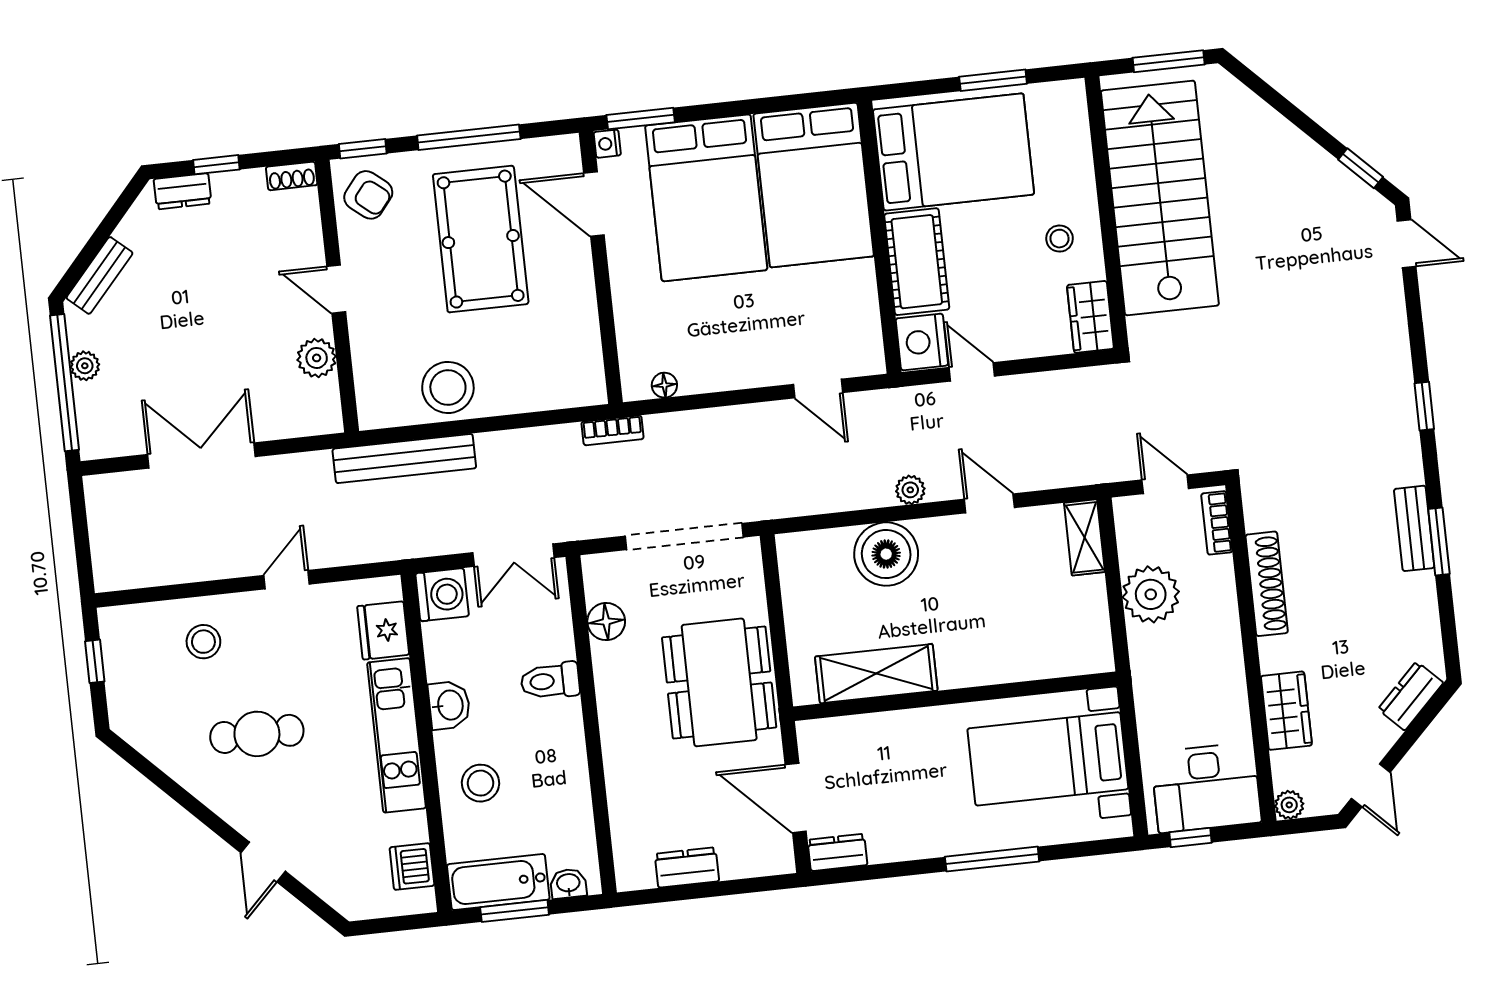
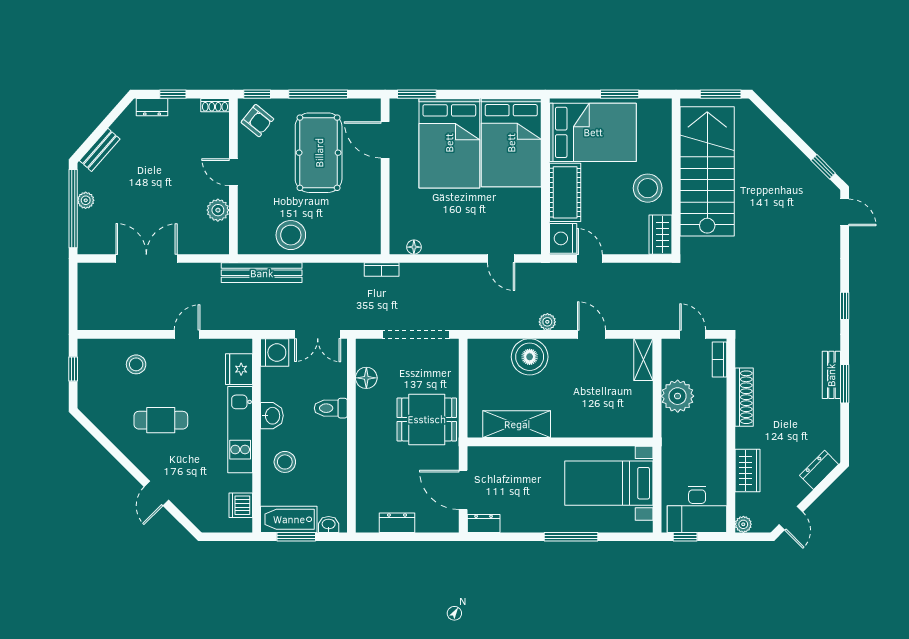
nightstand: (607, 144) -> (396, 106), removed
stool: (1060, 239) -> (648, 188), width x1.89, depth x1.89
dining table: (719, 682) -> (427, 419), width x0.73

